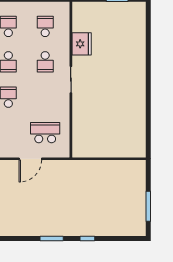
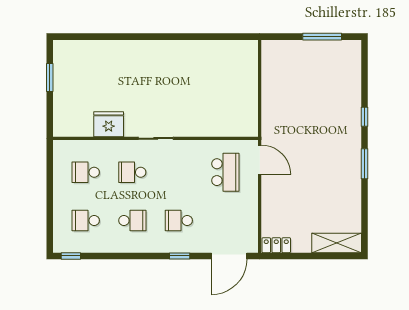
school desk: (45, 62) -> (132, 172), turned 180
school desk: (45, 133) -> (225, 172), turned 180
door: (30, 159) -> (260, 160), moved

